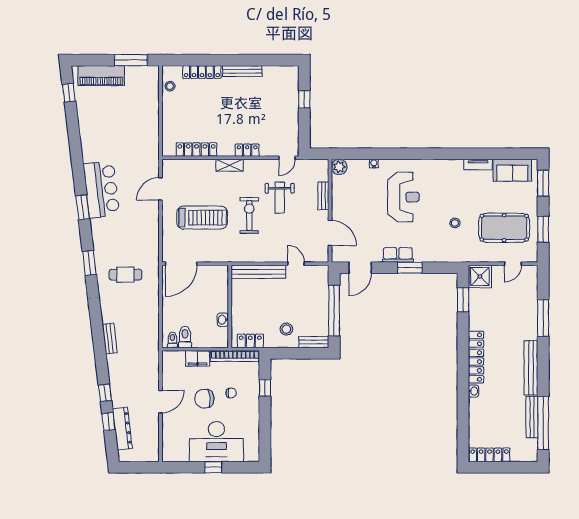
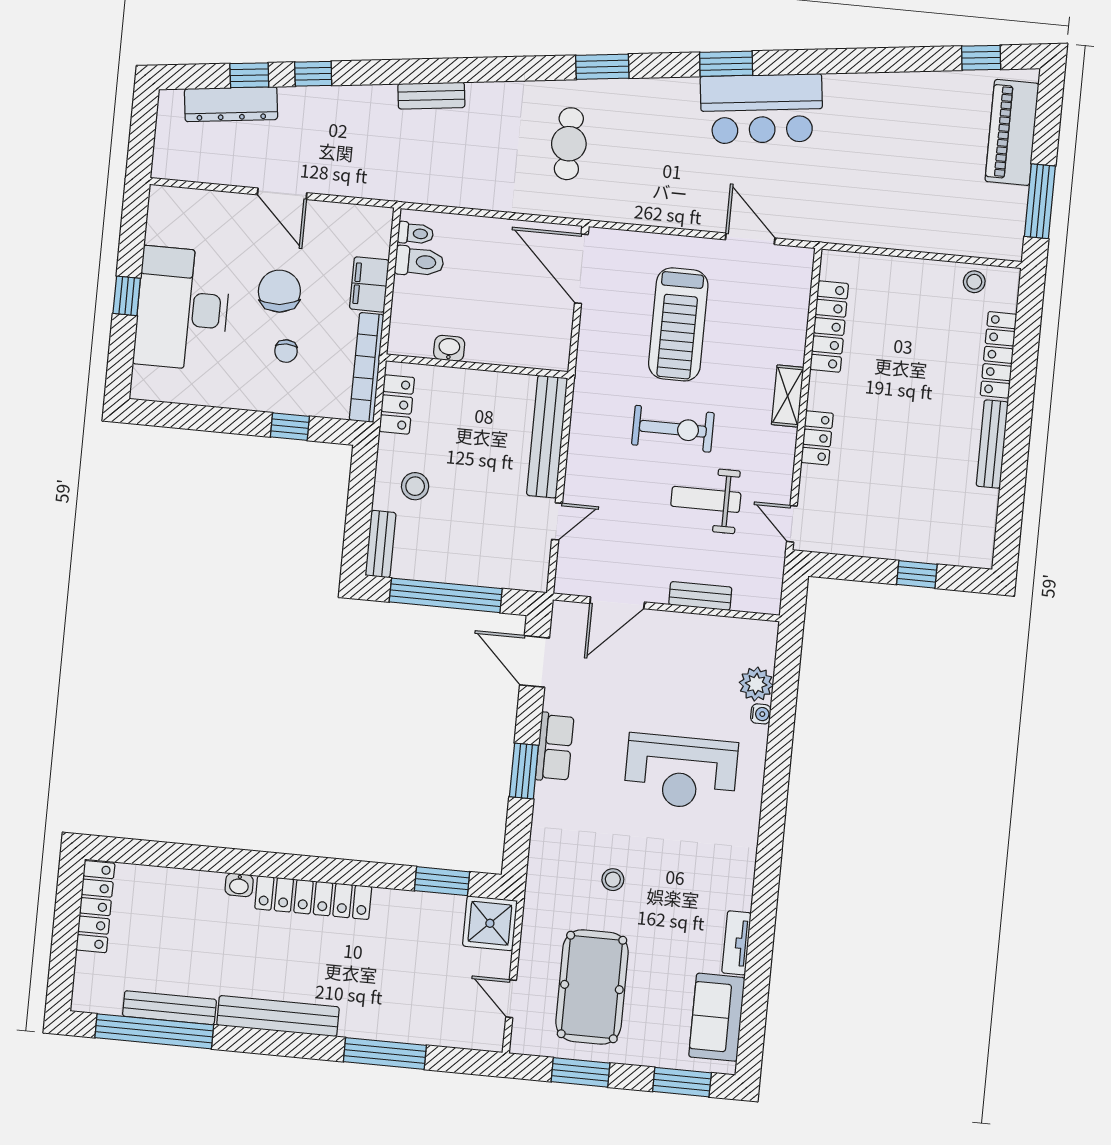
plant: (339, 167) -> (756, 684), moved

